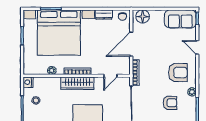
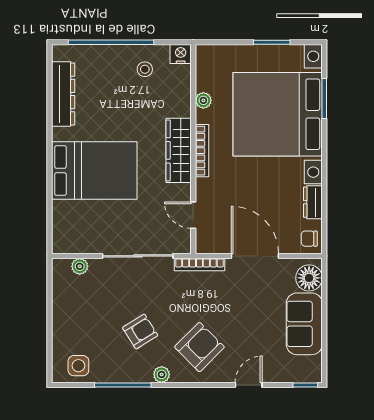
sofa: (180, 19) -> (304, 324), moved
armchair: (178, 72) -> (199, 347), turned -135
armchair: (170, 103) -> (140, 332), turned -122

